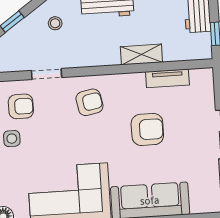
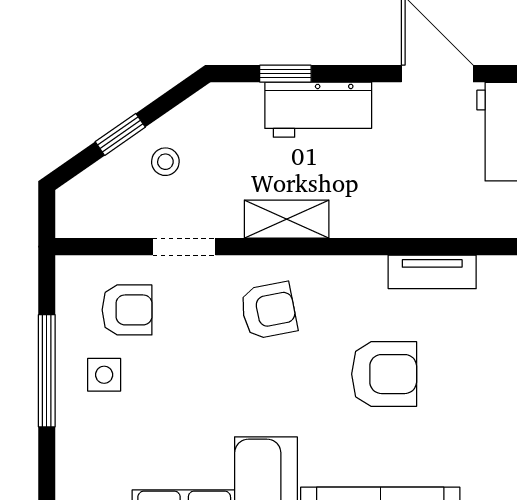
stool: (55, 23) -> (165, 162), moved
shelving: (141, 54) -> (287, 219), moved

